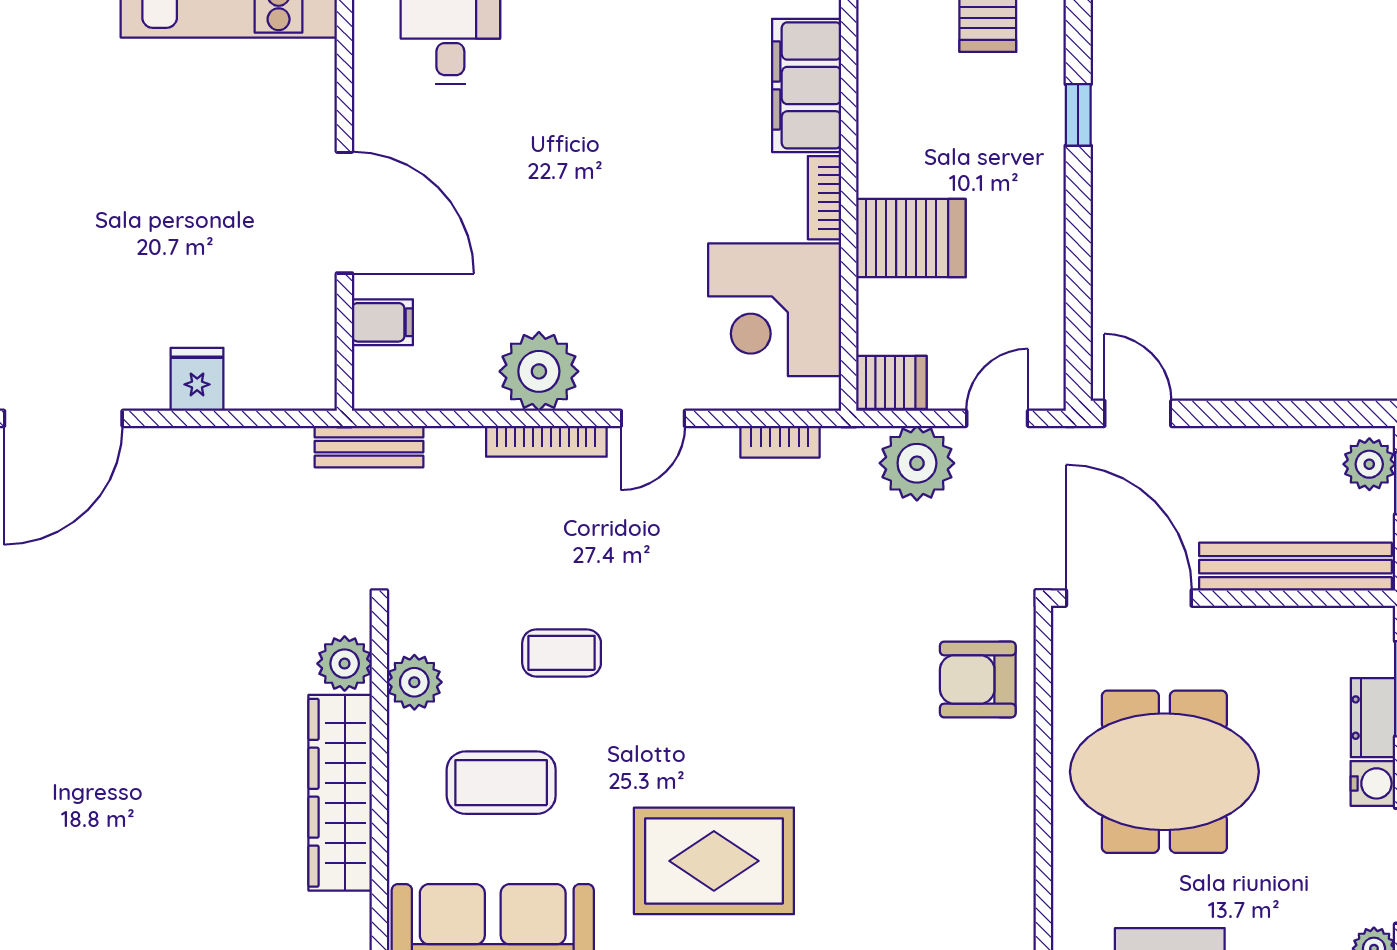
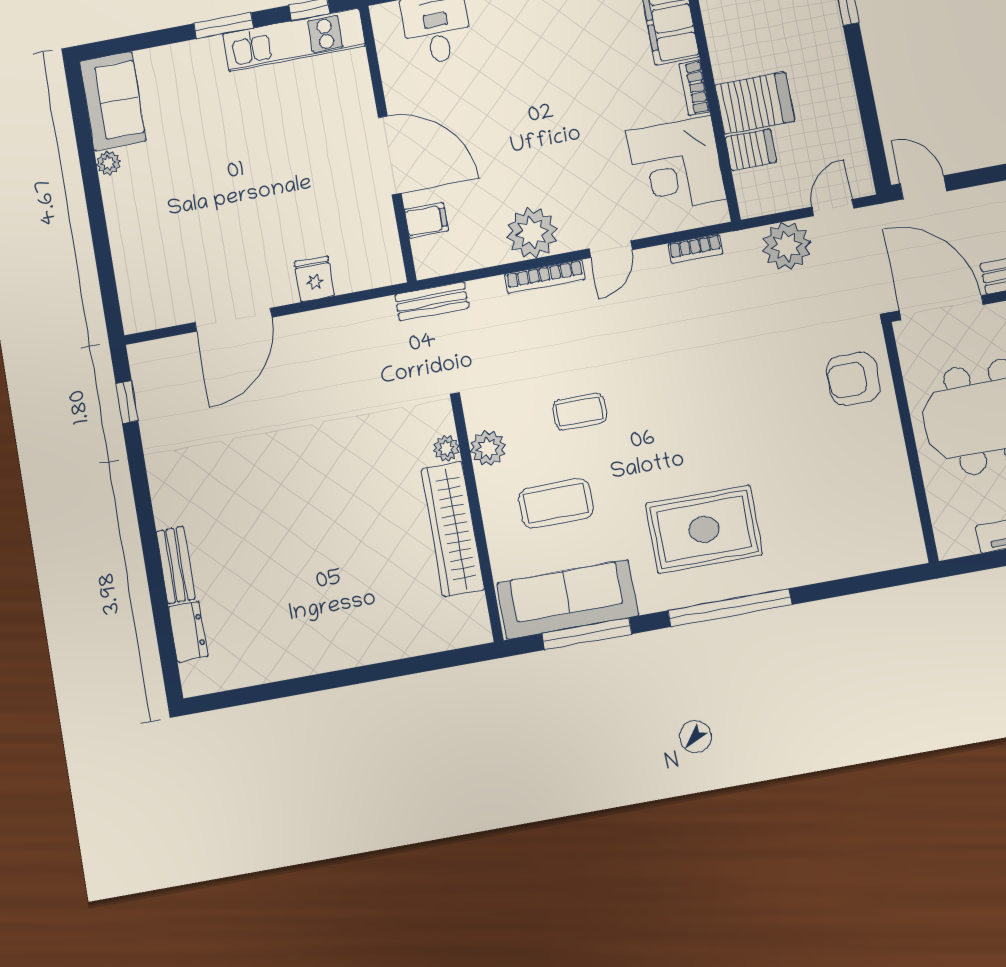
server rack: (891, 382) -> (751, 150), moved
plant: (345, 664) -> (446, 448), width x0.73, depth x0.73

